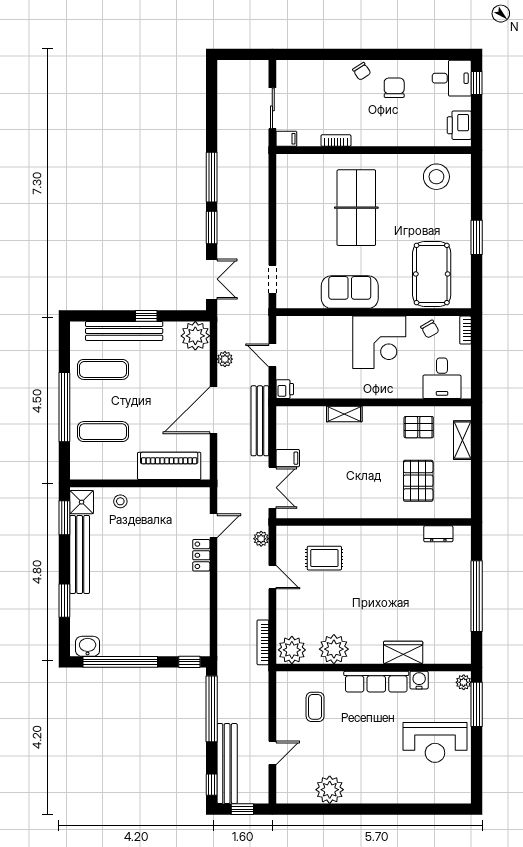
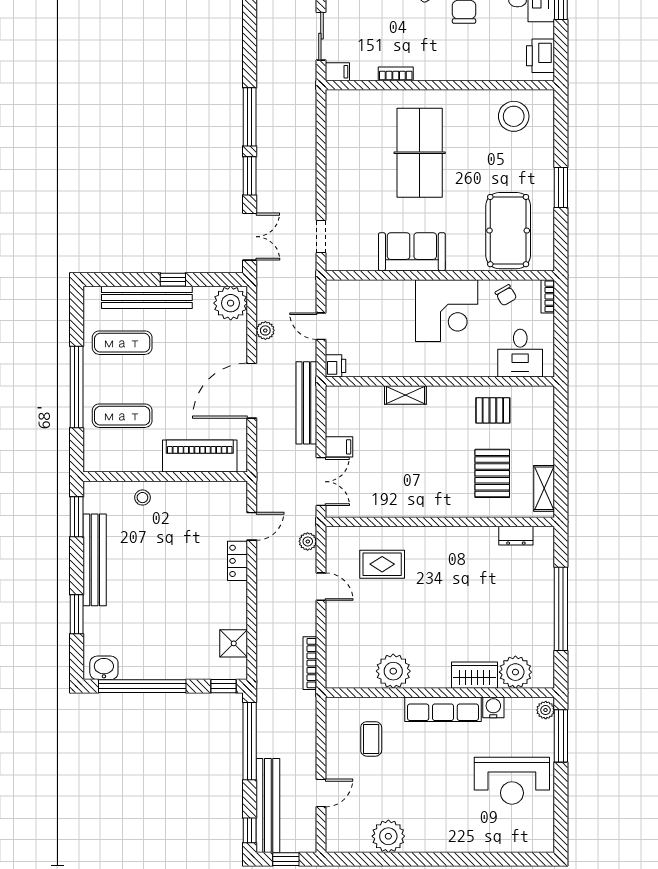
shelving: (462, 440) -> (544, 488), moved
shower: (82, 502) -> (234, 643), moved
plant: (292, 650) -> (515, 672), moved

